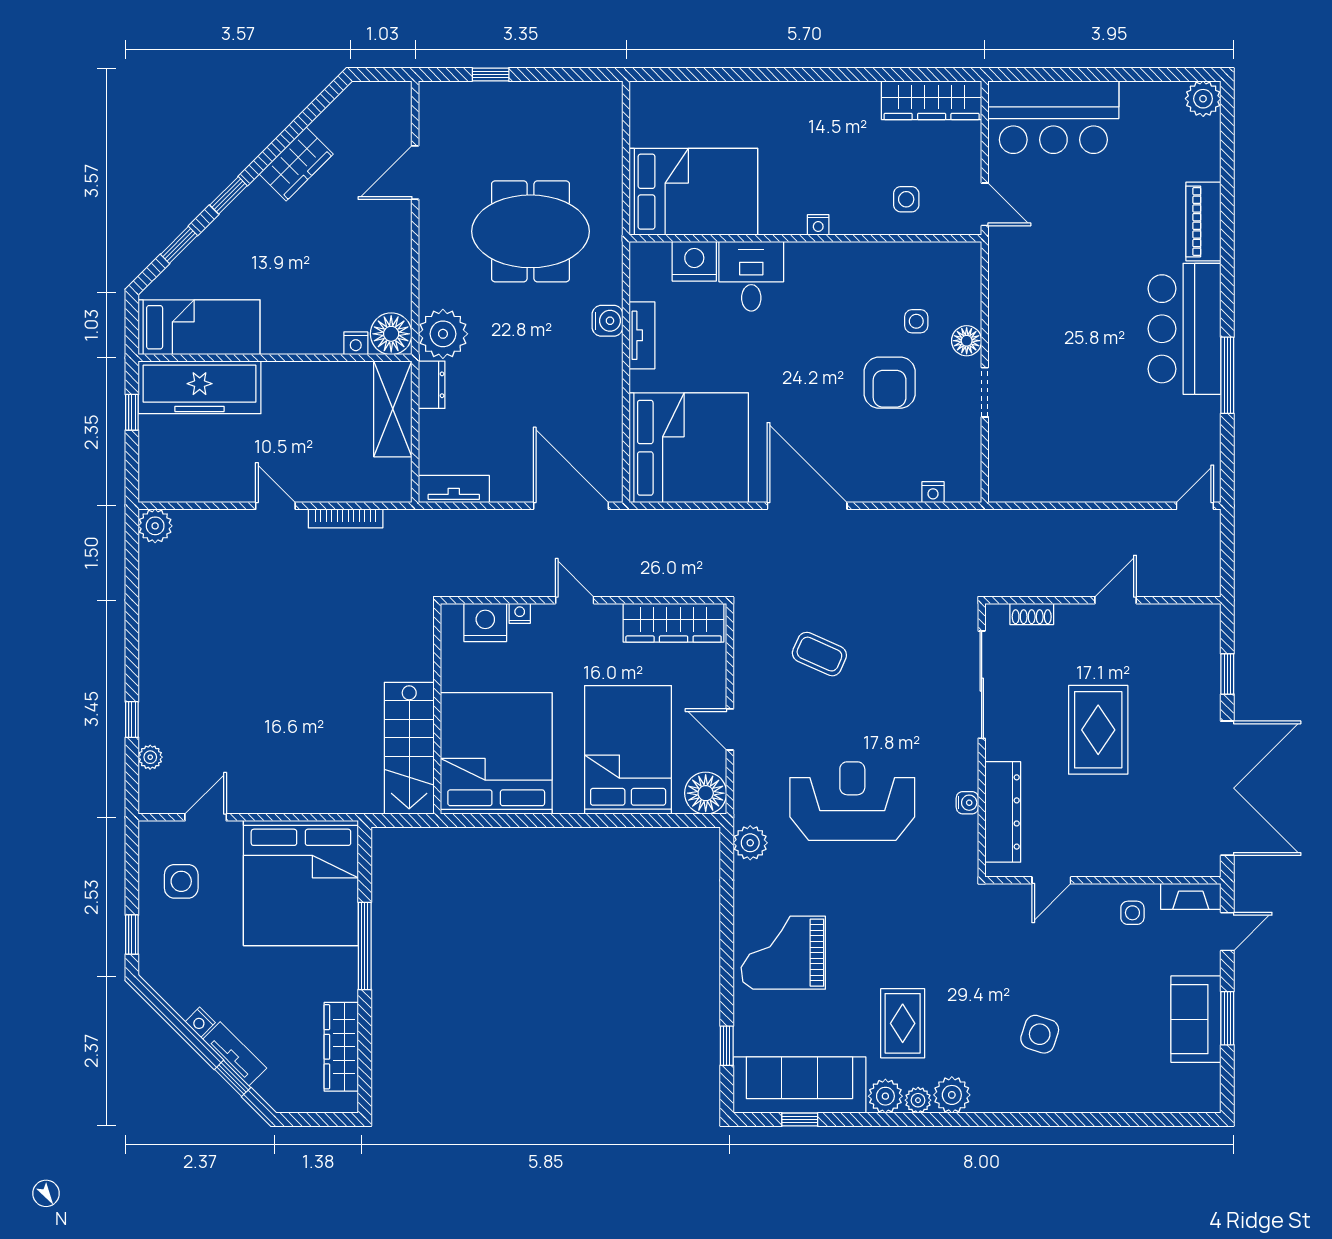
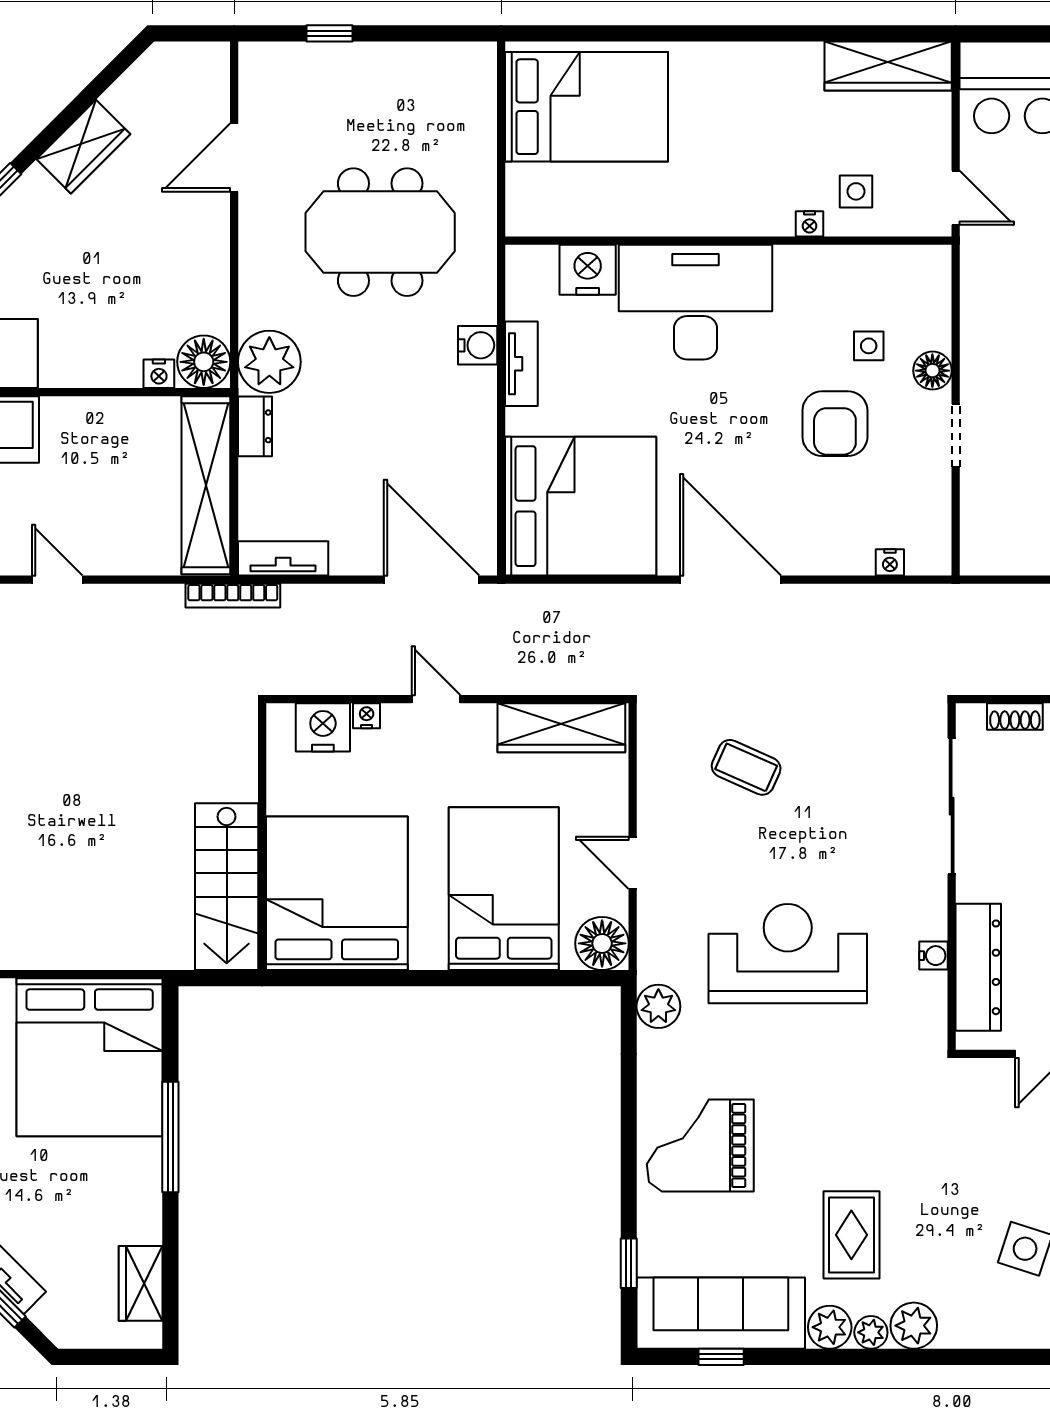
bed: (693, 192) -> (586, 107), moved
nightstand: (818, 225) -> (810, 224), moved
desk: (751, 276) -> (696, 302), width x1.87, depth x1.30
shelving: (393, 409) -> (206, 485), width x1.47
bookcase: (346, 518) -> (233, 596), moved
wardrobe: (341, 1047) -> (141, 1283), width x0.67

